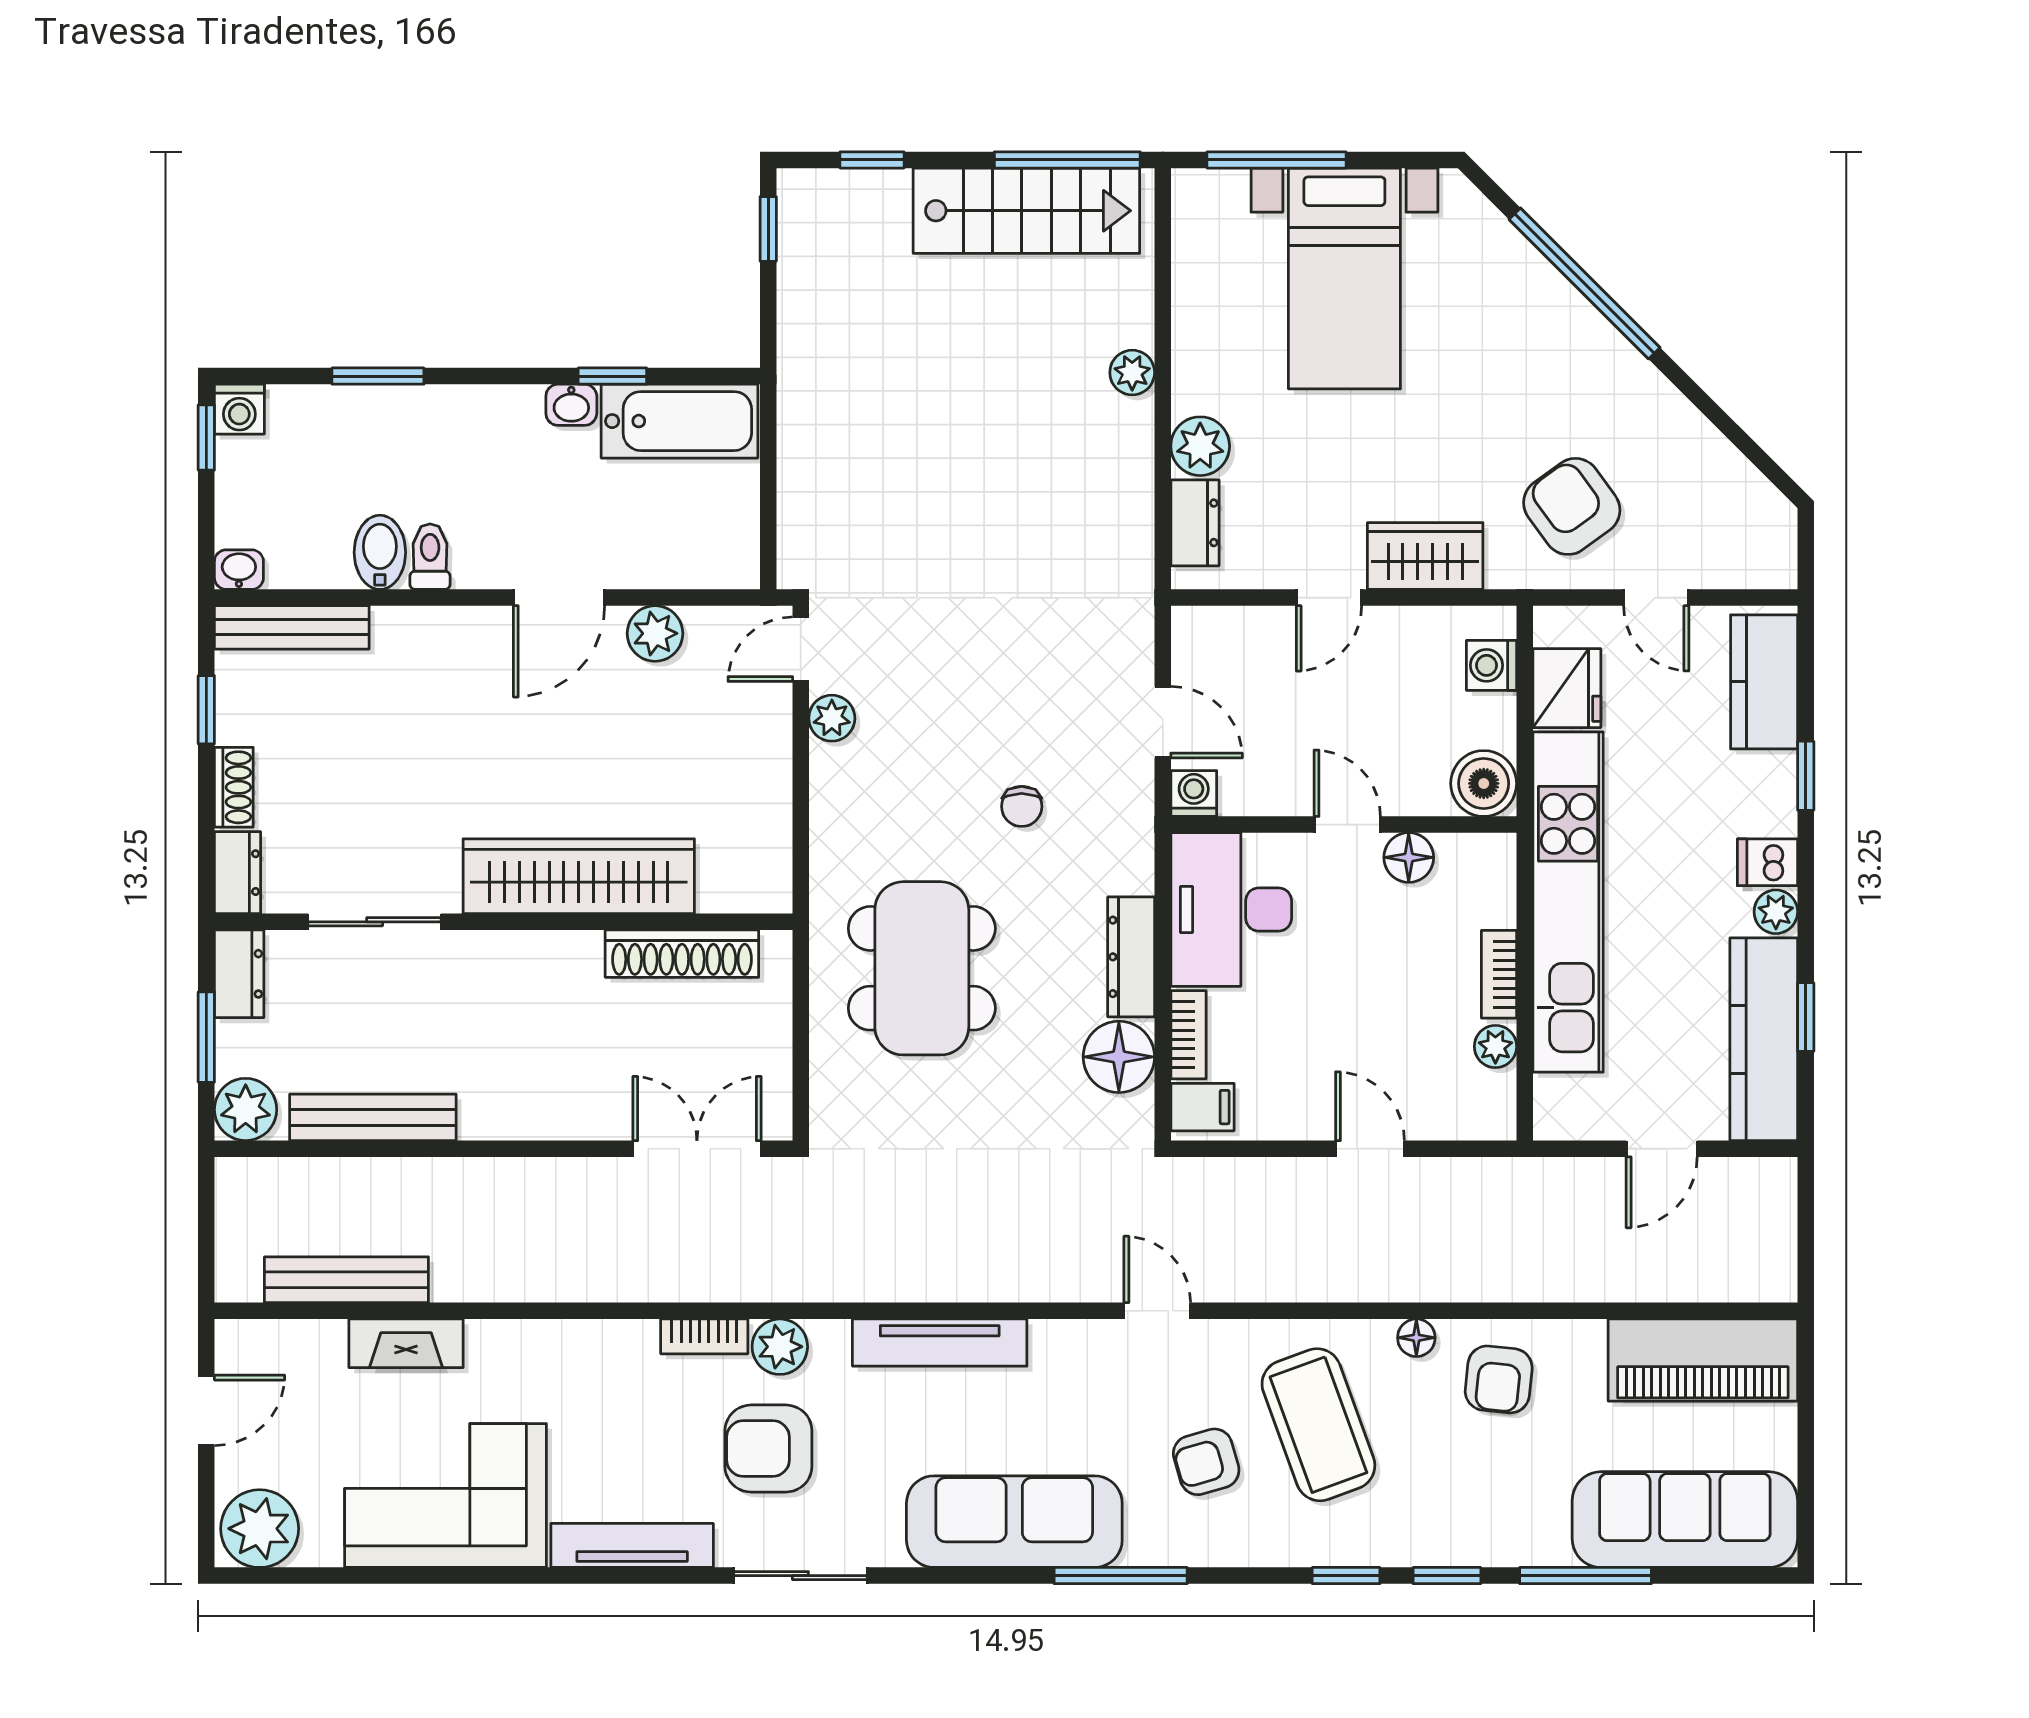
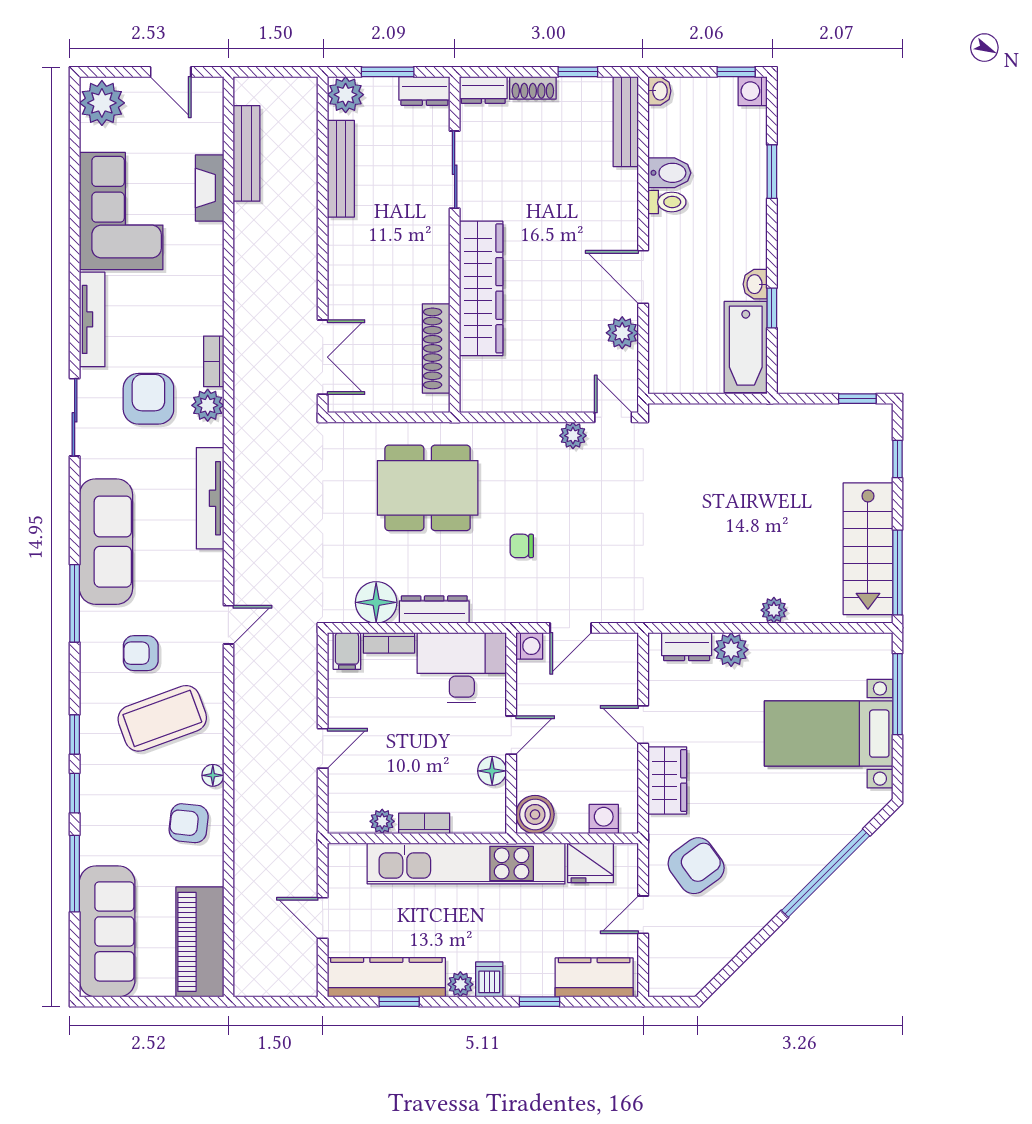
armchair: (1206, 1462) -> (141, 653), turned -74

